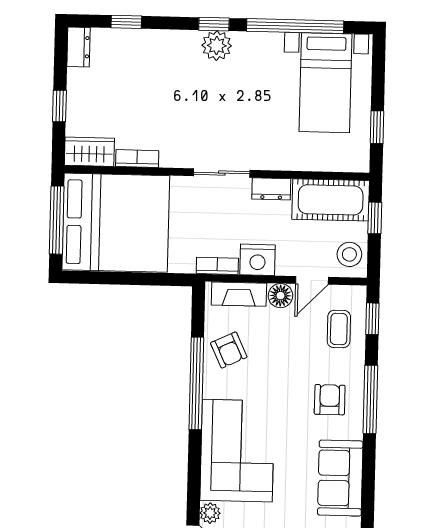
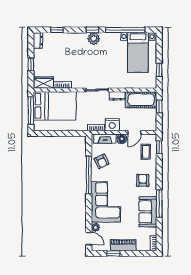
bed: (116, 223) -> (55, 106), width x0.73
stool: (349, 254) -> (149, 122), removed
window: (370, 399) -> (159, 203), moved

